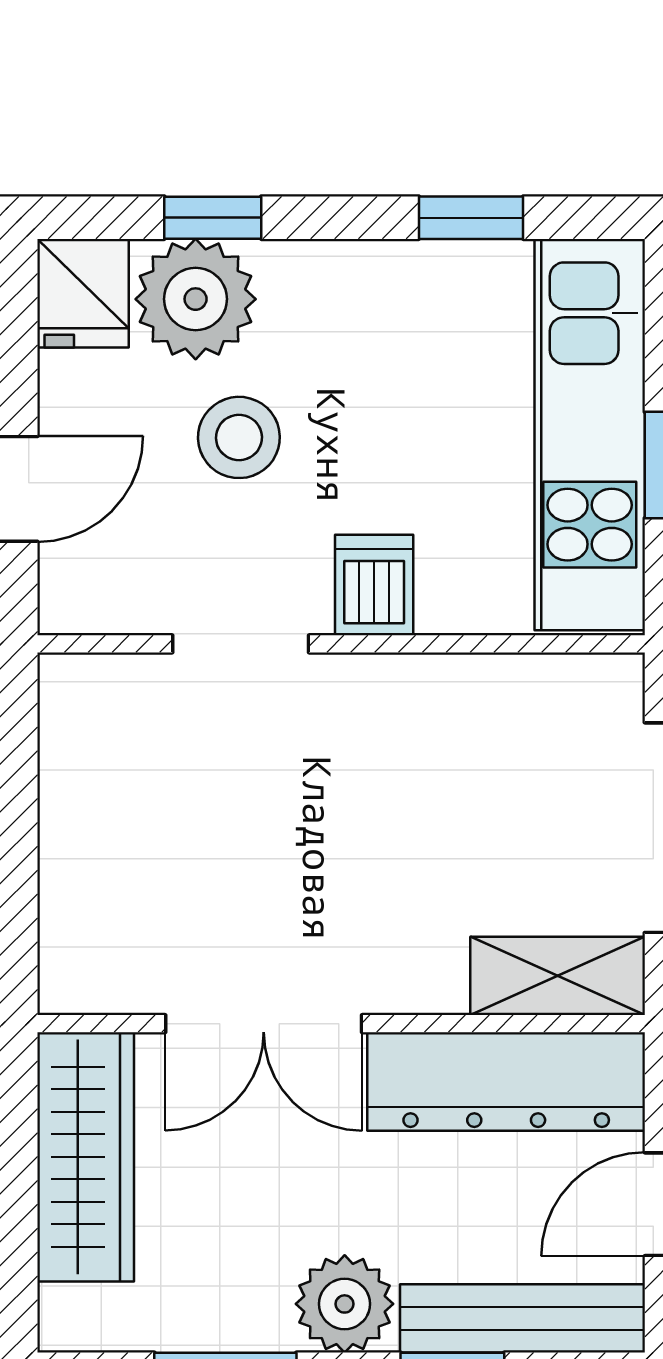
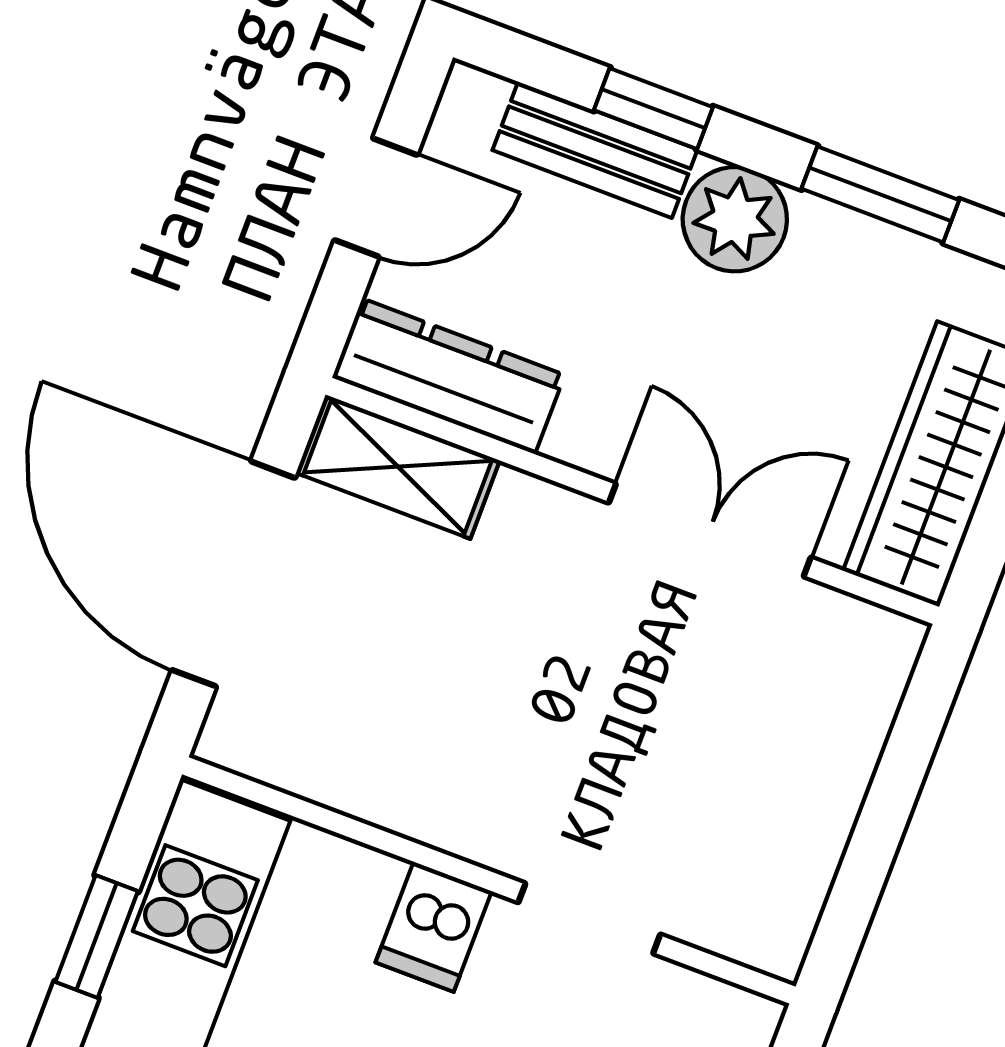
dresser: (506, 1082) -> (448, 376), width x0.73, depth x0.80
bench: (522, 1318) -> (595, 150), width x0.73

